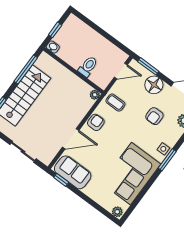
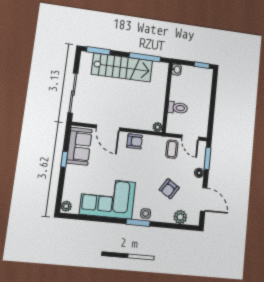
window: (55, 30) -> (202, 65), moved
floor lamp: (154, 85) -> (199, 173), width x0.53, depth x0.53
coffee table: (115, 103) -> (172, 149), moved
armchair: (154, 116) -> (169, 189), turned -57
sliding door: (23, 152) -> (73, 93), width x1.37
window: (61, 180) -> (64, 159), moved

